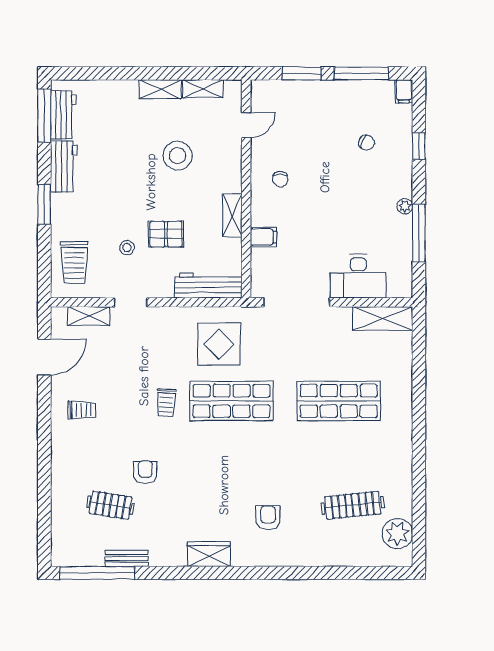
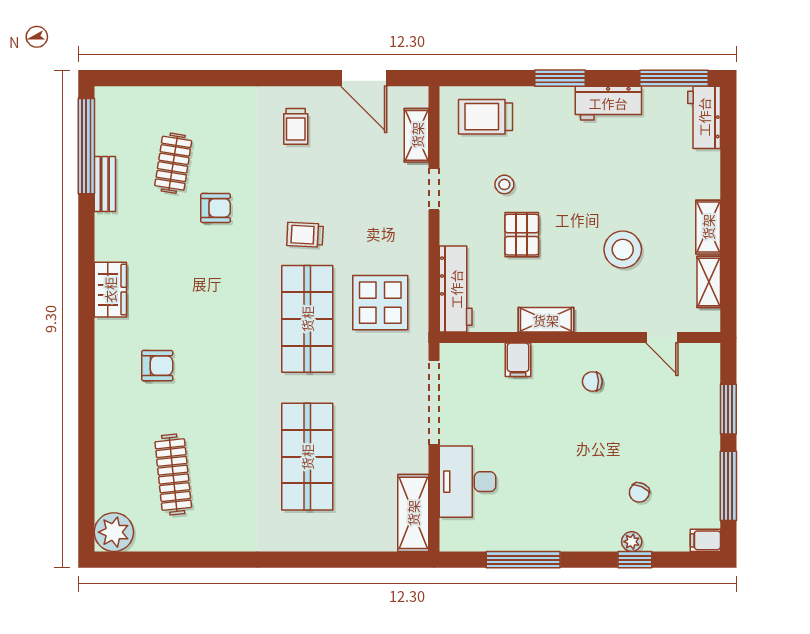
workbench: (63, 115) -> (704, 117), moved, turned 90
plant: (405, 206) -> (632, 542), moved
plant: (397, 534) -> (114, 532), moved

